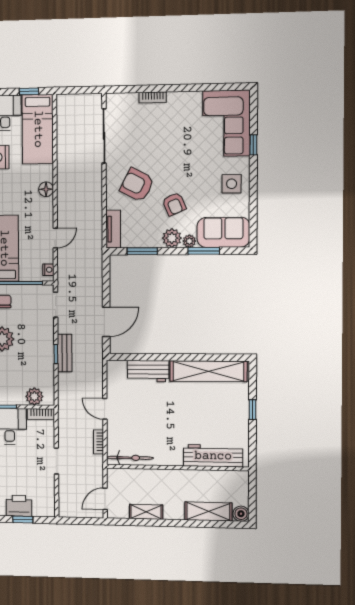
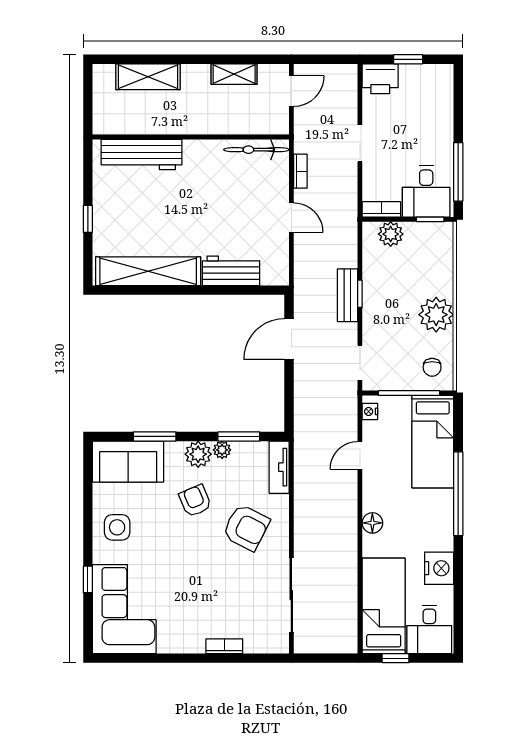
plant: (189, 241) -> (222, 450), moved
printer: (19, 506) -> (380, 79), moved
boiler: (241, 514) -> (103, 75), removed

